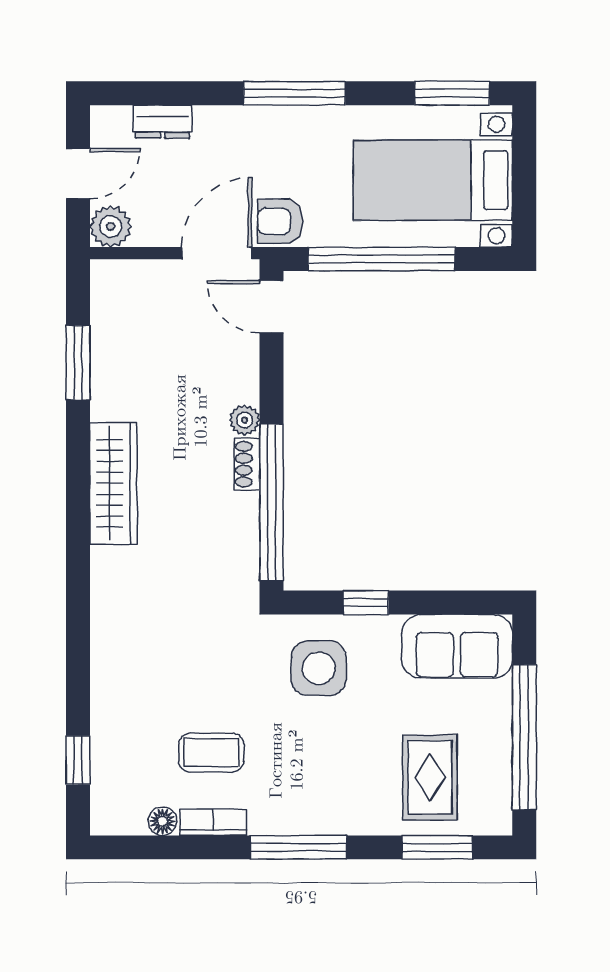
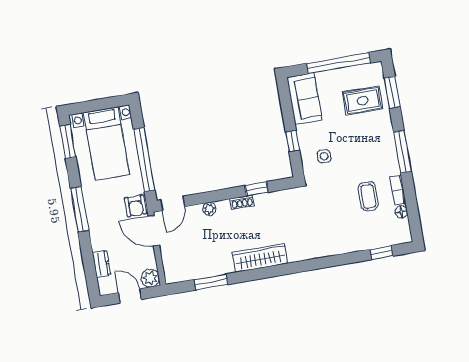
plant: (245, 420) -> (209, 209), moved
window: (271, 502) -> (257, 189), width x0.32
side table: (319, 668) -> (324, 156), width x0.54, depth x0.54

